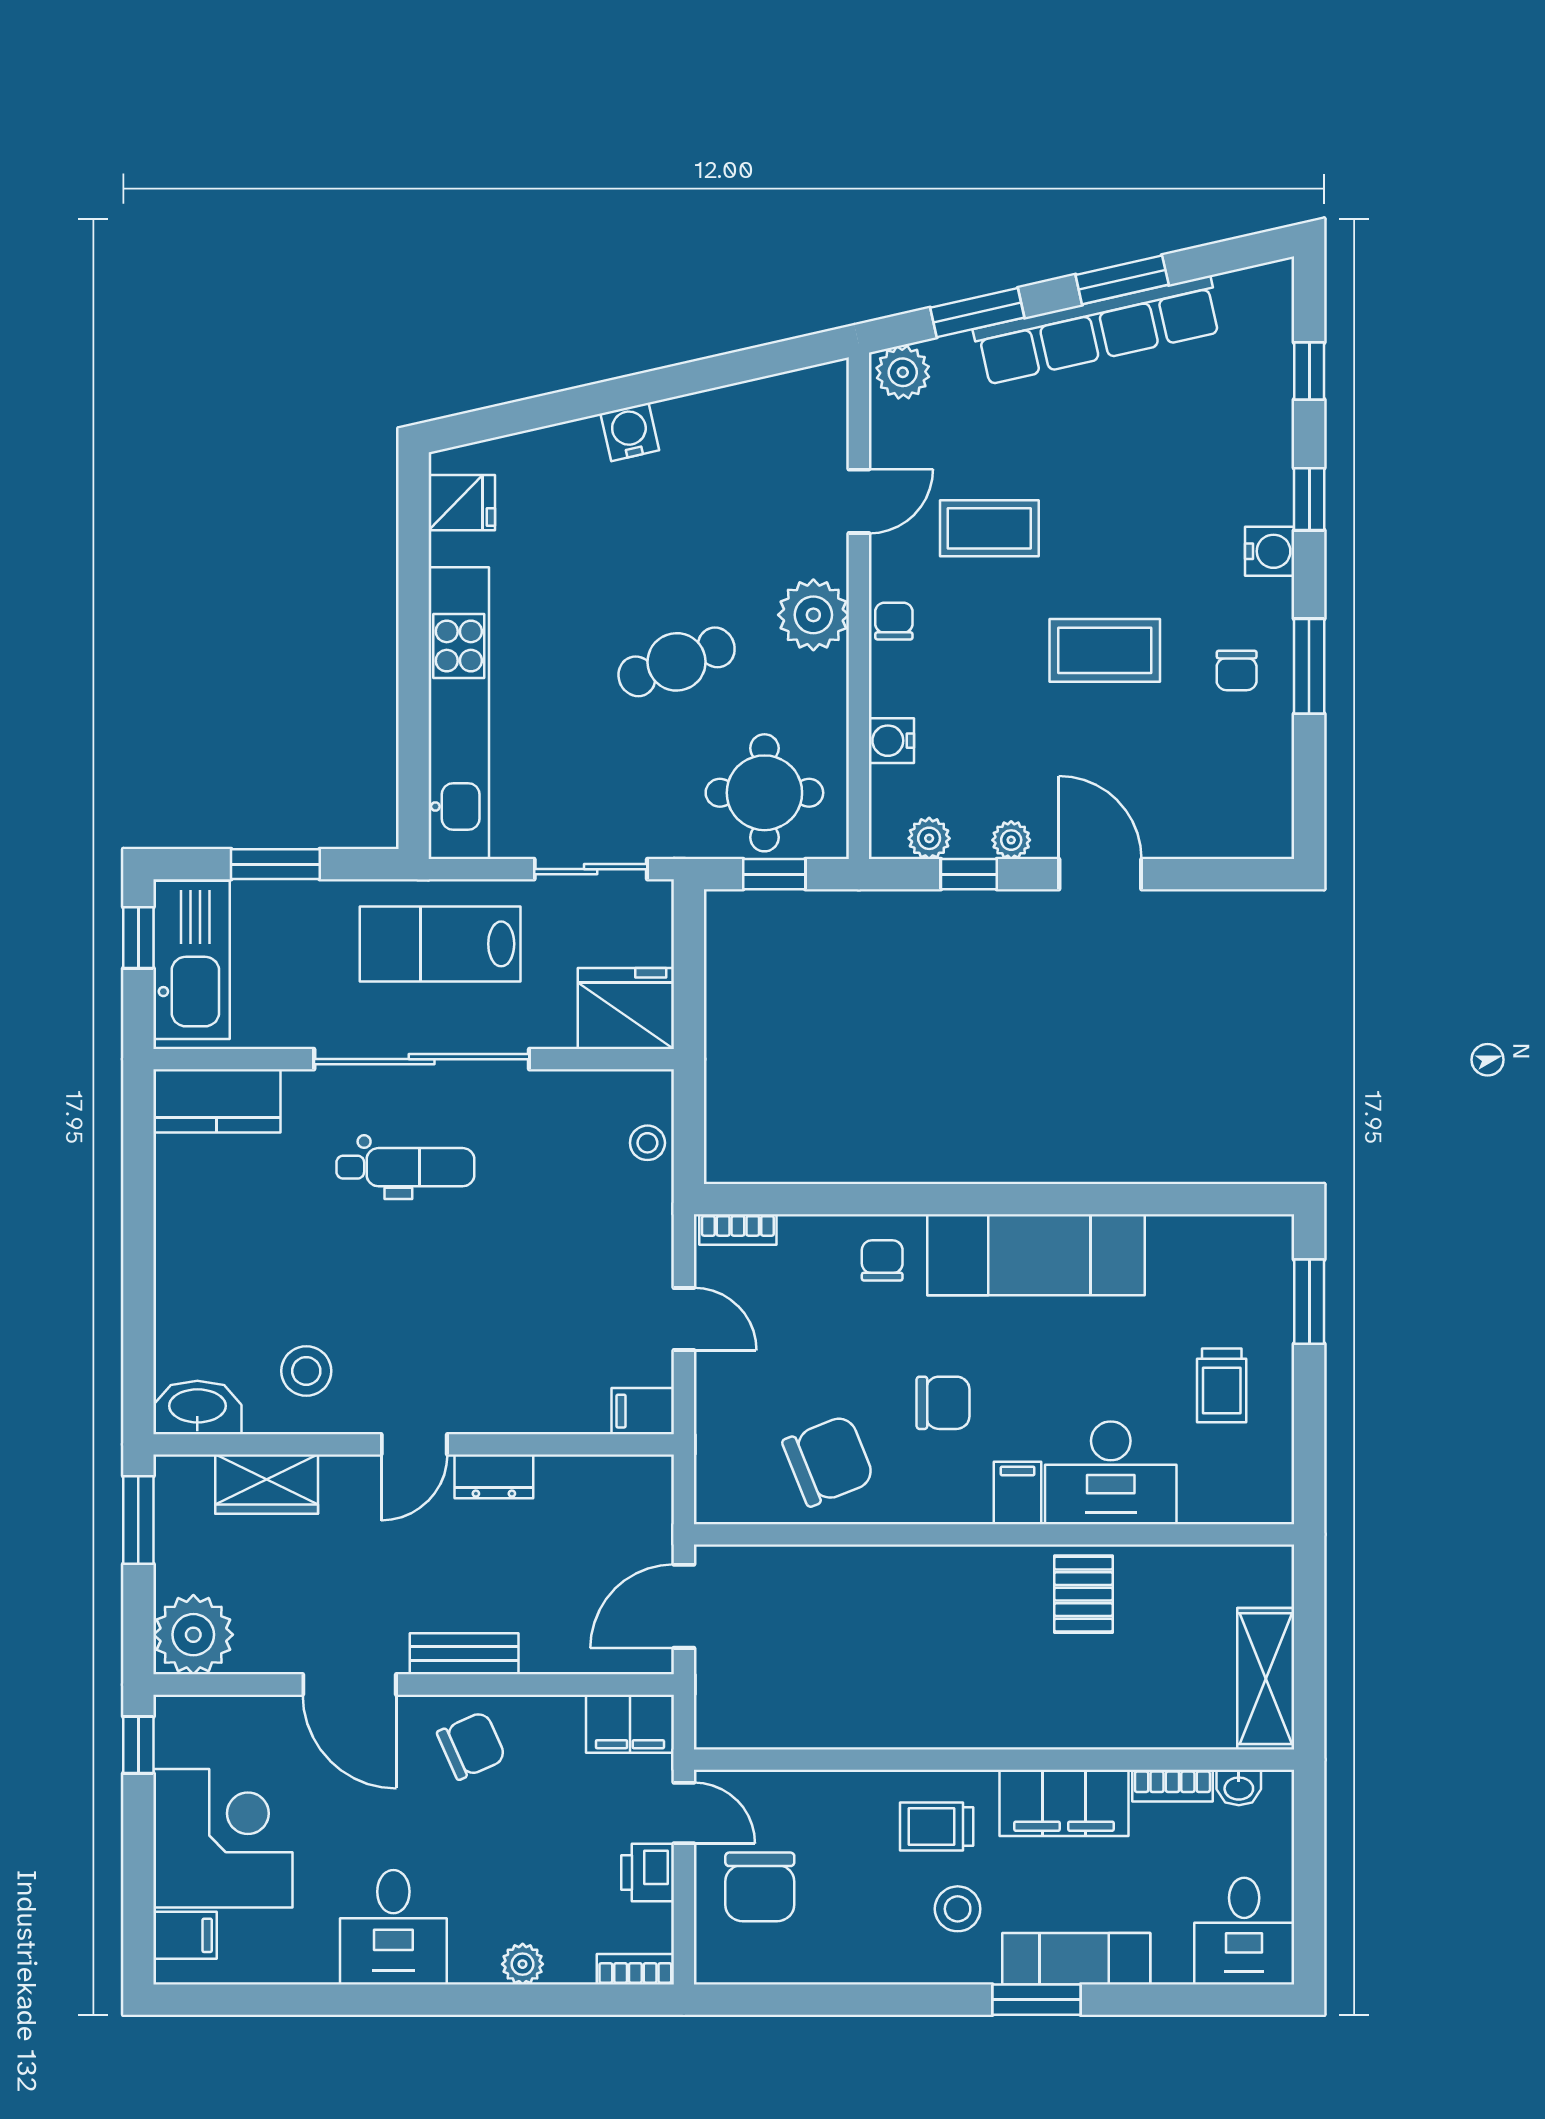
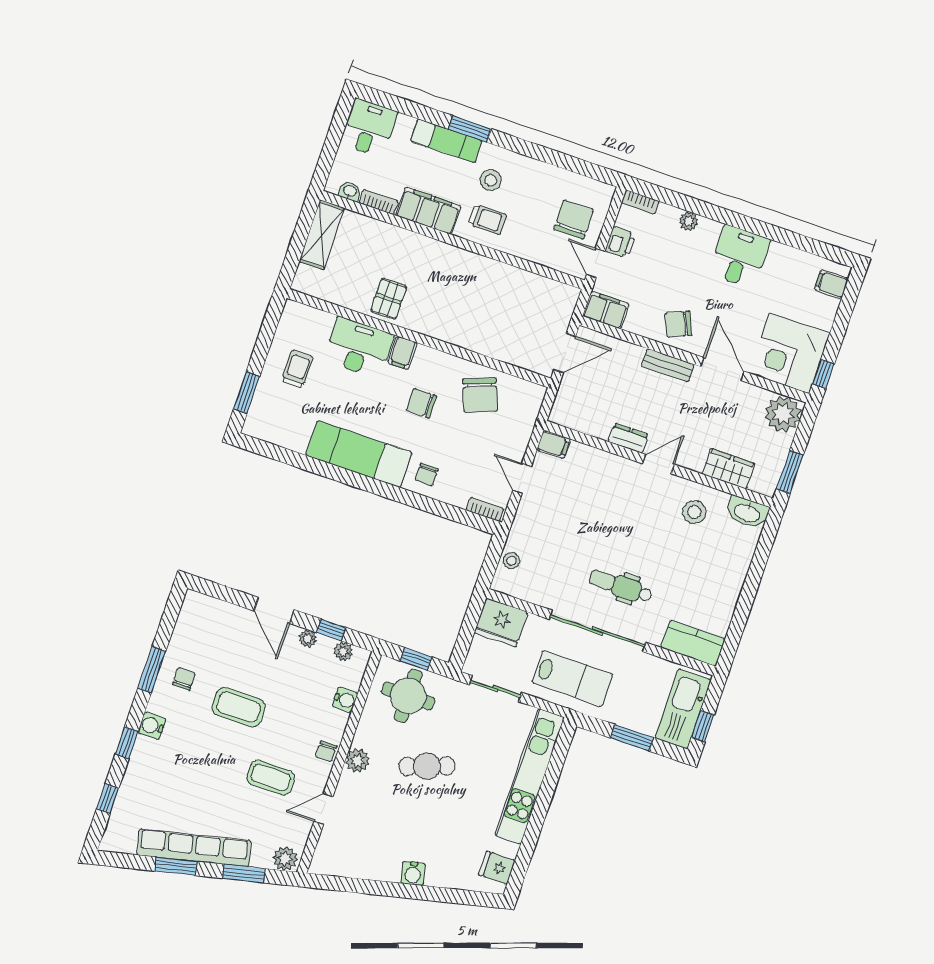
plant: (813, 615) -> (358, 761), width x0.73, depth x0.73
chair: (829, 1461) -> (480, 395), turned -89
corner desk: (223, 1838) -> (789, 353), moved

